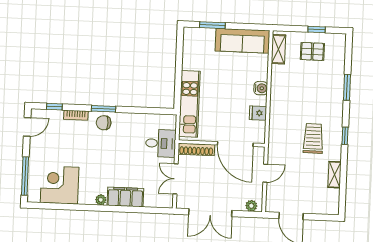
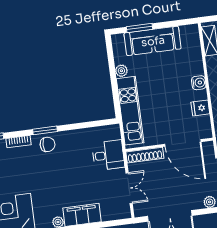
sofa: (242, 41) -> (153, 41), moved
plant: (188, 64) -> (121, 71), added
chair: (104, 123) -> (47, 144), turned 180
double door: (176, 179) -> (129, 188), swing flipped

